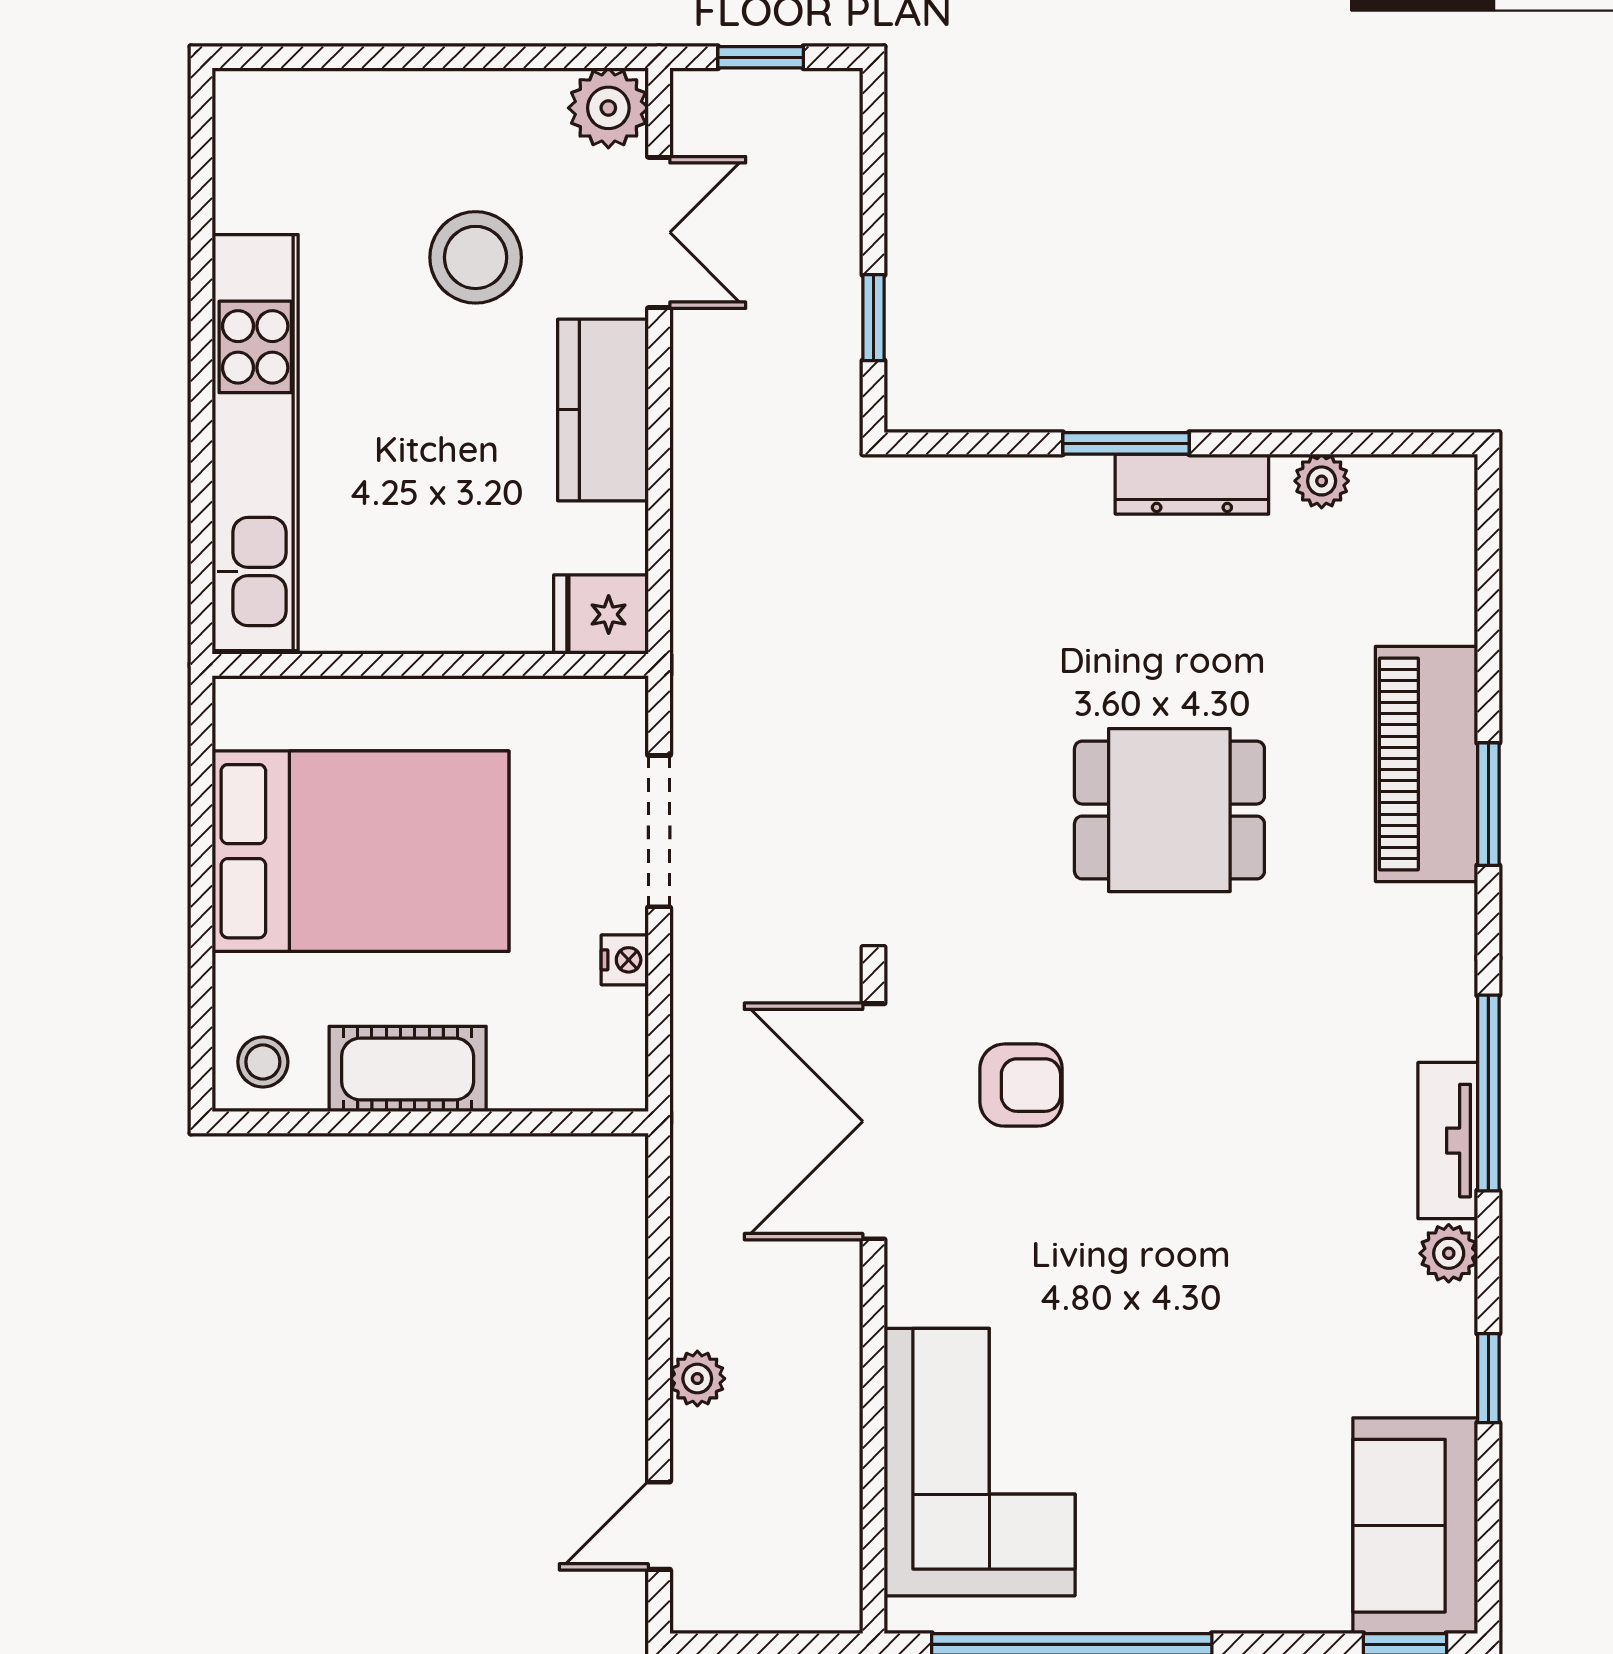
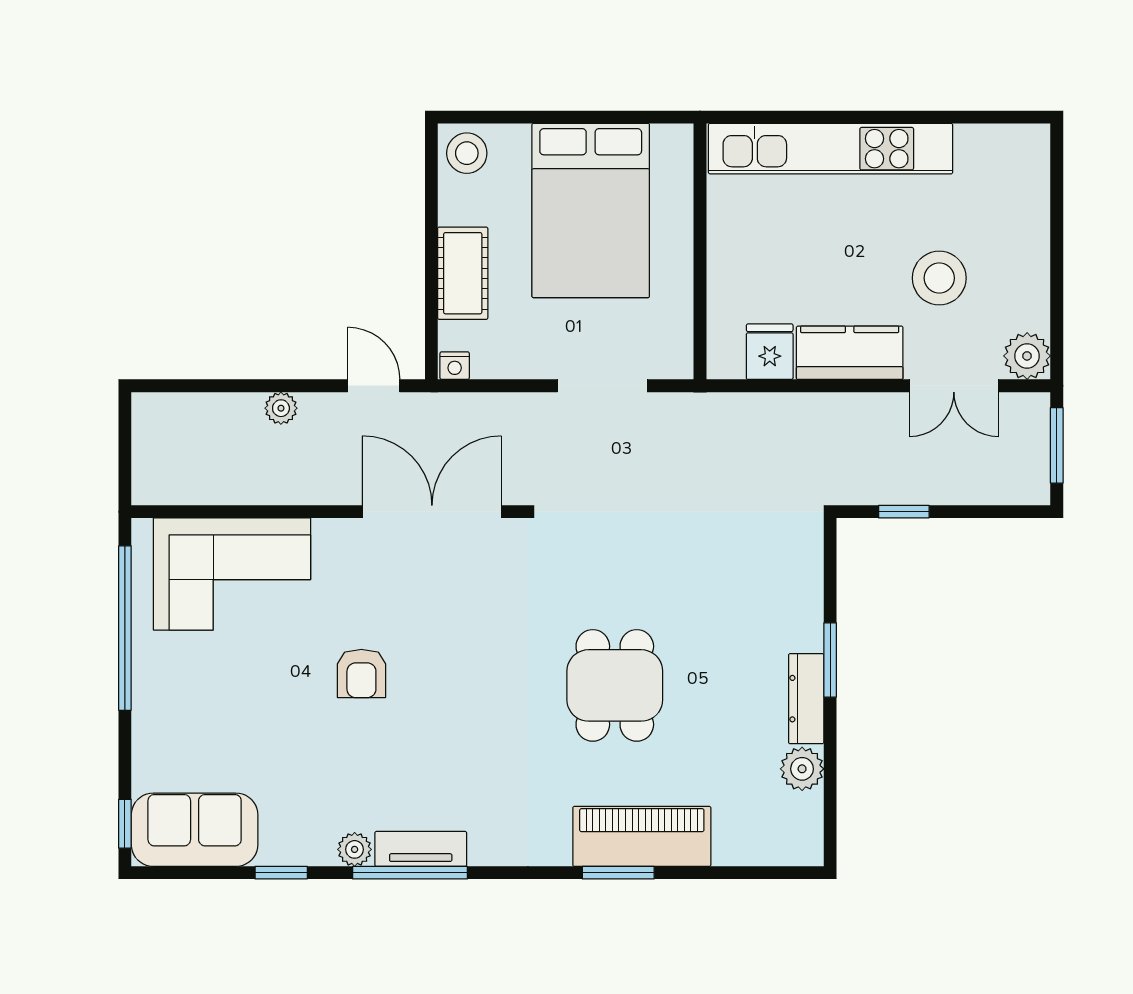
window: (761, 57) -> (1057, 445), width x1.50
plant: (1322, 481) -> (802, 769), width x1.38, depth x1.38
fridge: (601, 614) -> (770, 352), moved
nightstand: (625, 960) -> (455, 366), moved
stool: (263, 1062) -> (467, 153), width x1.37, depth x1.37
cot: (408, 1069) -> (463, 273), moved
armchair: (1021, 1085) -> (361, 673), moved
window: (1488, 1093) -> (410, 873), moved
door: (659, 1526) -> (374, 386), moved

